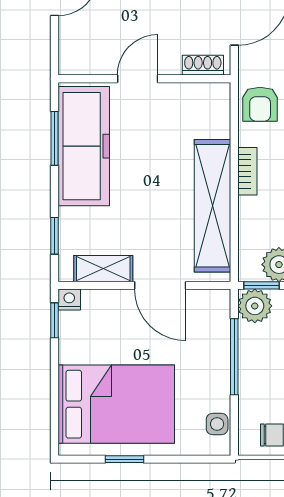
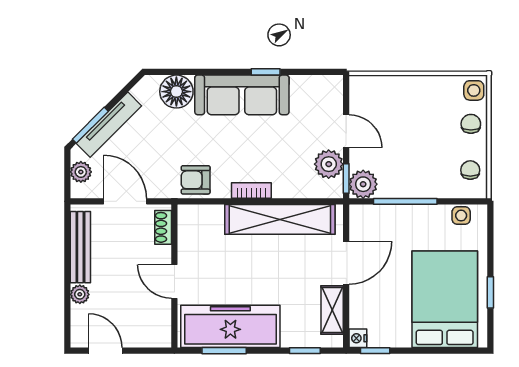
armchair: (260, 104) -> (196, 180), turned 180

